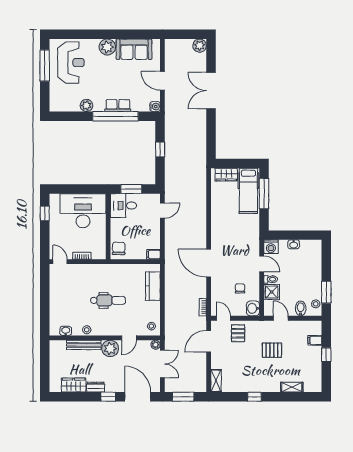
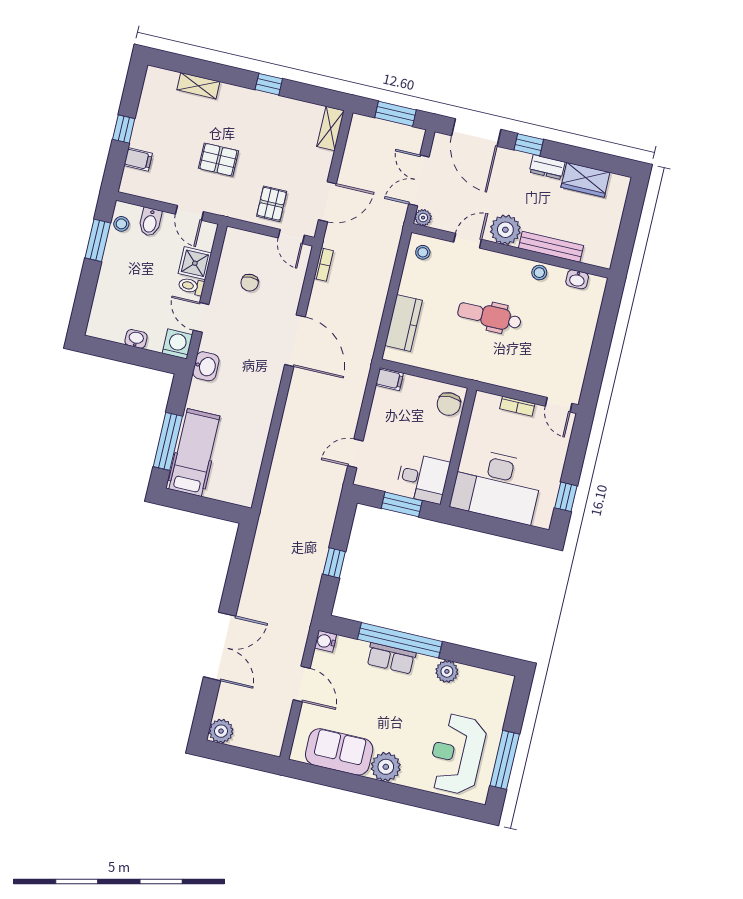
wardrobe: (226, 175) -> (227, 491), removed
washbasin: (253, 308) -> (206, 366), moved

